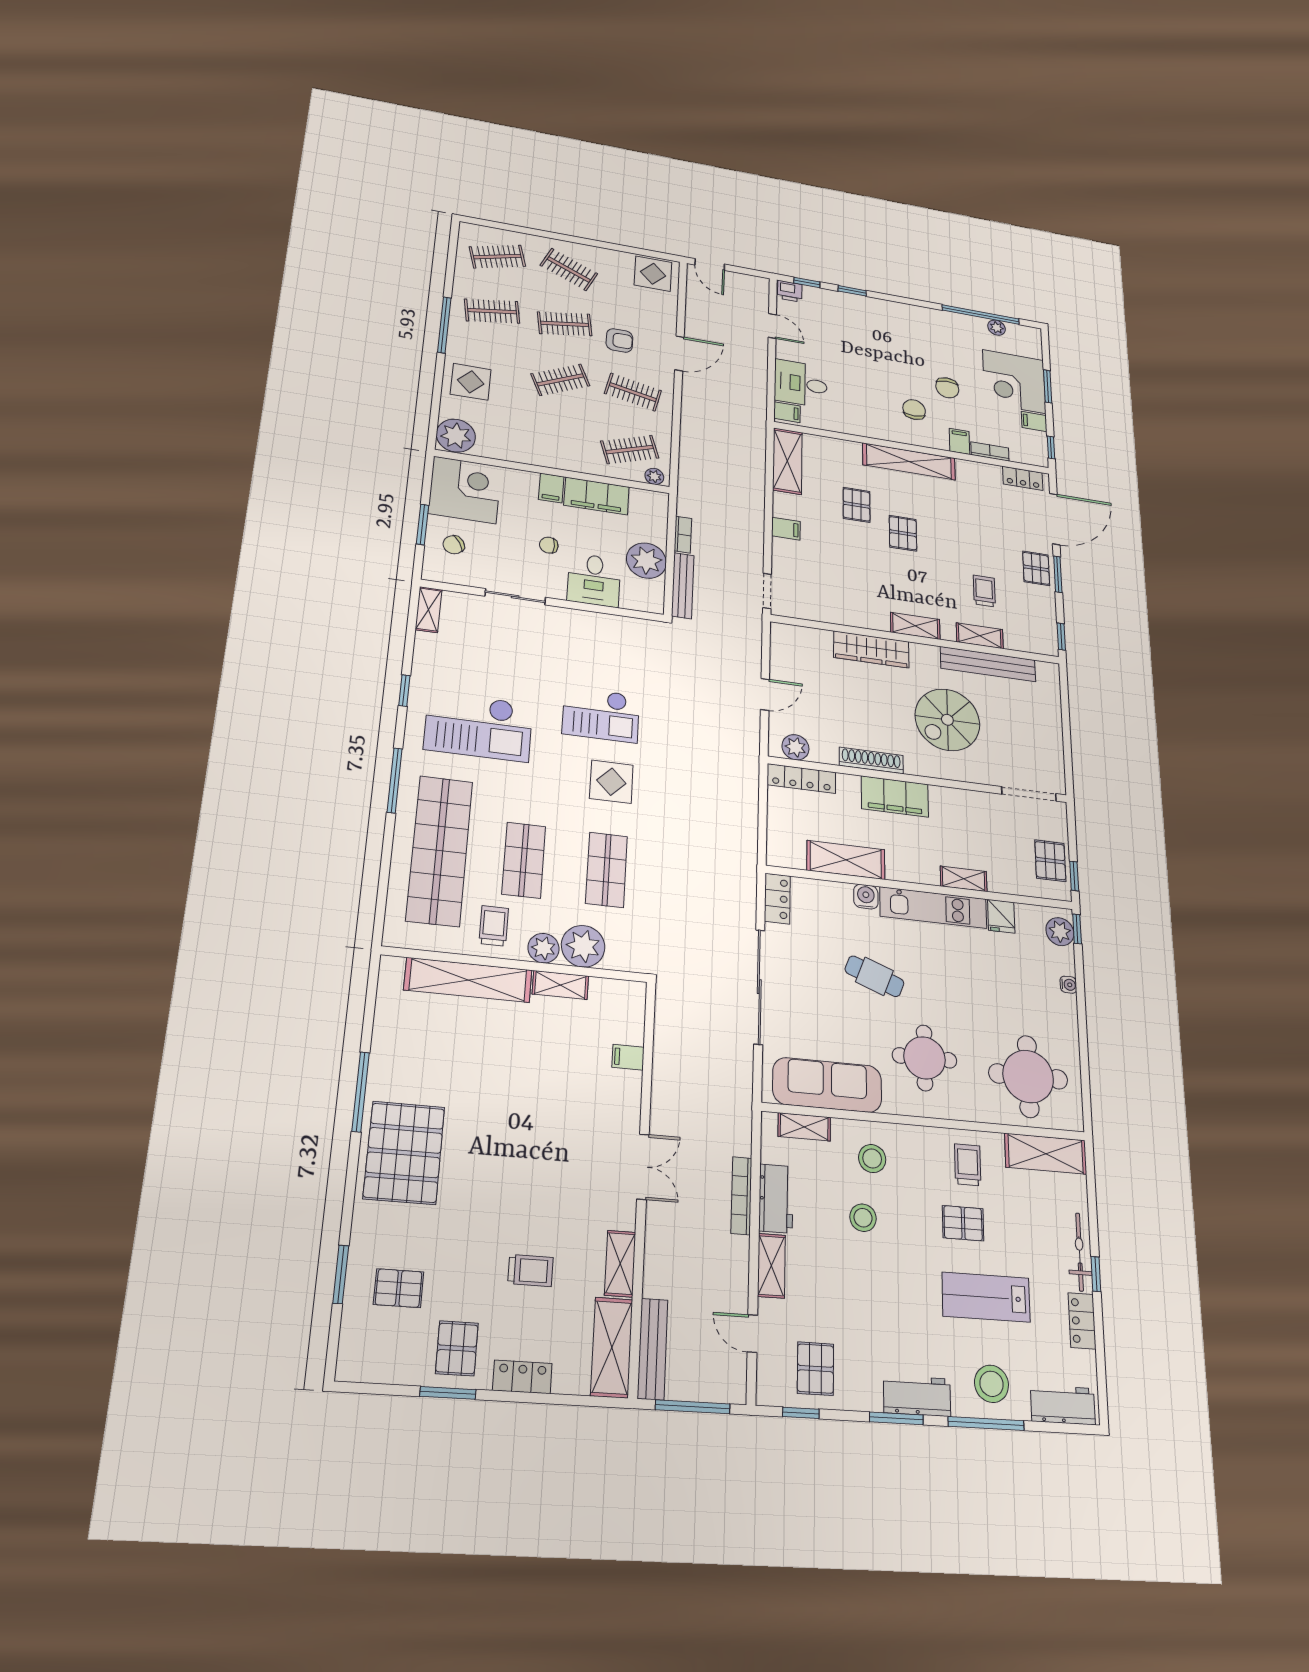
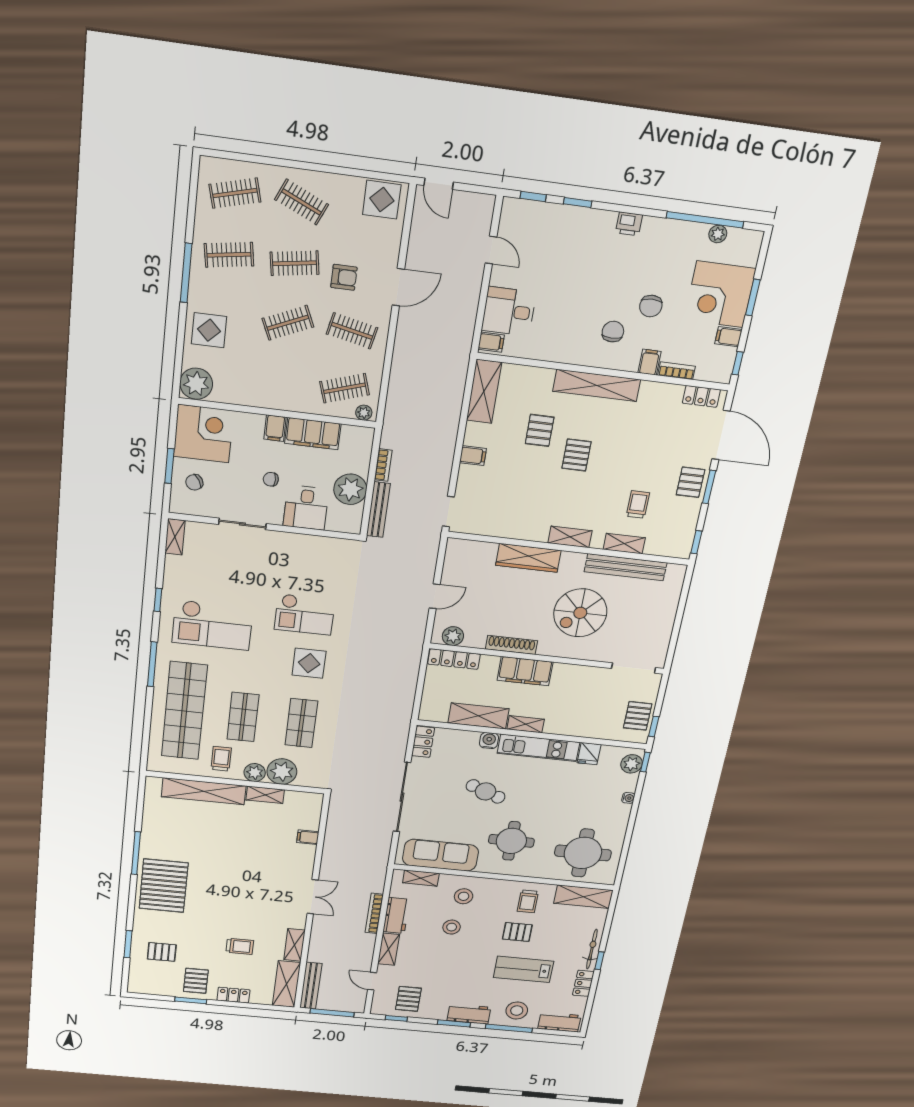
printer: (790, 291) -> (629, 224), moved
door: (1055, 519) -> (721, 435), hinge flipped
shelving: (964, 879) -> (526, 724), moved
trolley: (968, 1165) -> (528, 901), turned 180

